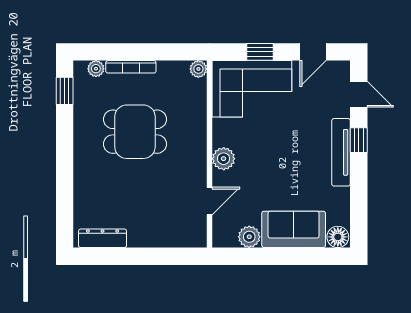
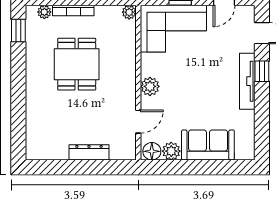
dining table: (135, 132) -> (77, 64), turned 90
floor lamp: (338, 237) -> (152, 151), moved
dresser: (103, 238) -> (89, 152), moved

